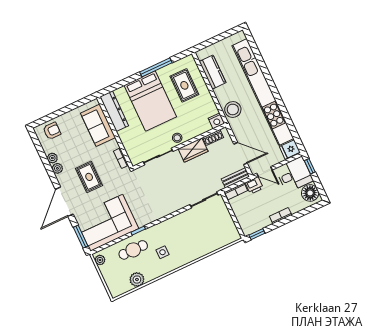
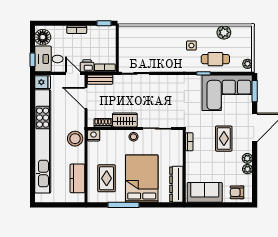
sofa: (98, 125) -> (205, 192), moved, turned -90

